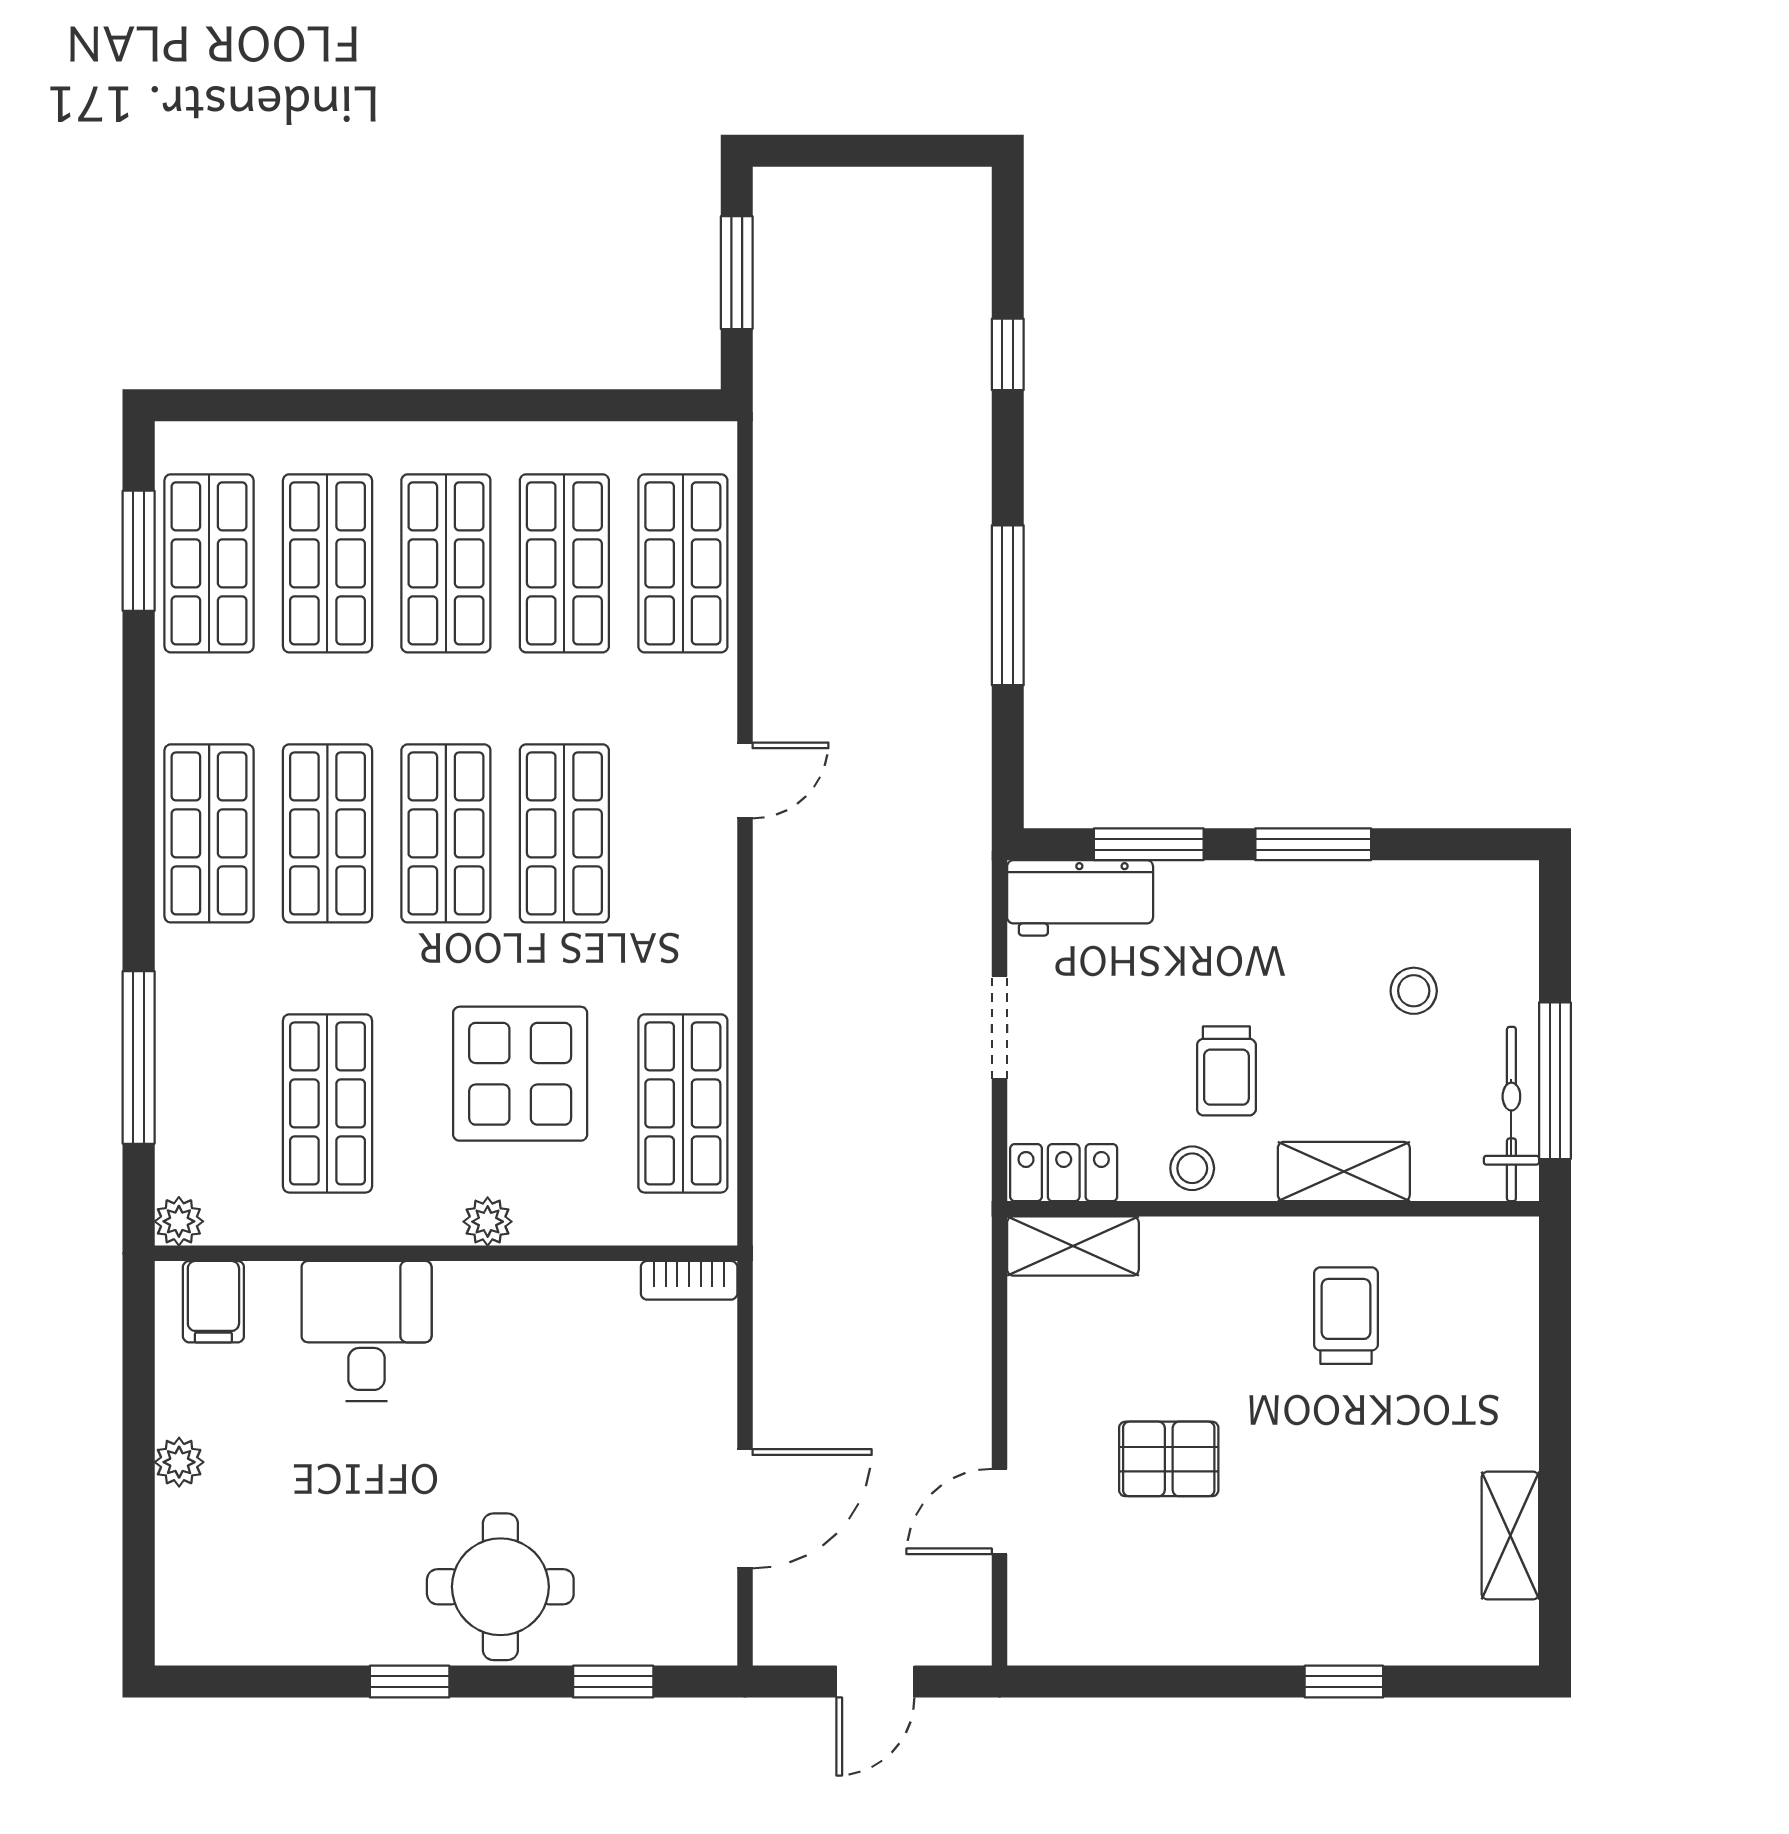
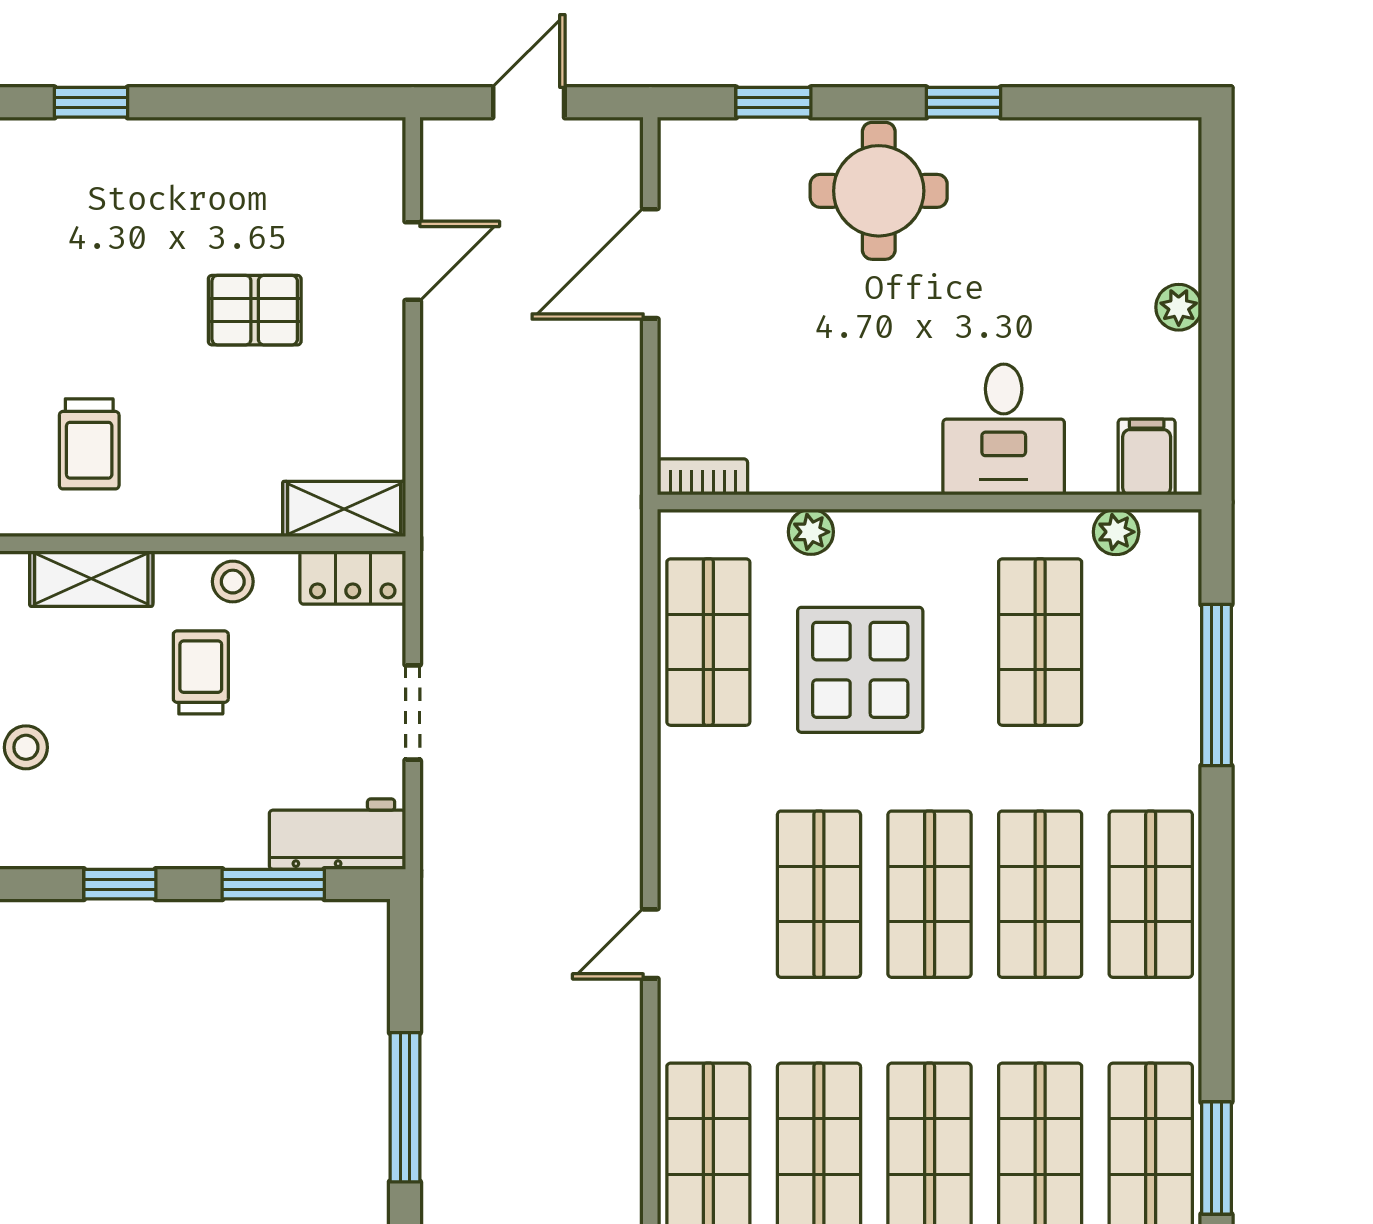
window: (1313, 844) -> (120, 884), width x0.67
plant: (179, 1221) -> (1116, 532), moved
plant: (488, 1222) -> (811, 532), moved

